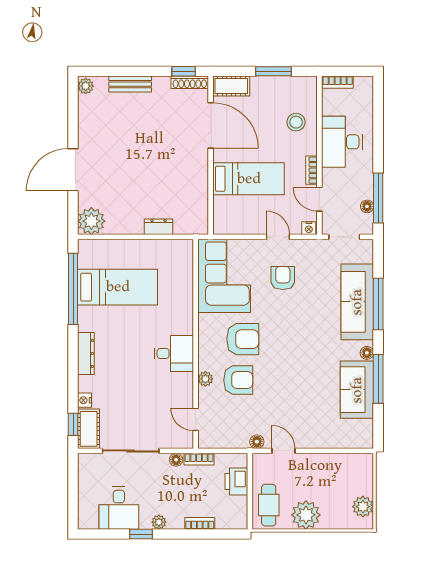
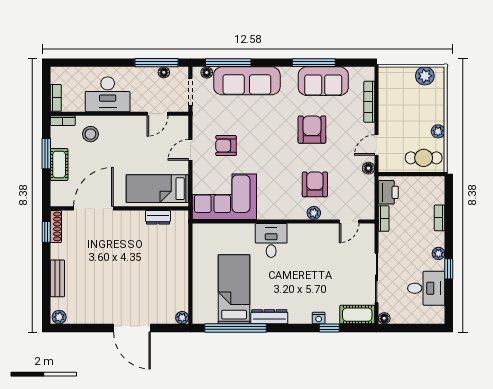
cot: (231, 86) -> (59, 164), moved
bookcase: (311, 170) -> (63, 121), moved
bed: (249, 179) -> (157, 189), moved, turned -90
plant: (91, 221) -> (182, 318), width x0.53, depth x0.53
dresser: (159, 227) -> (158, 217), moved, turned -90
nightstand: (309, 228) -> (183, 123), removed
window: (378, 304) -> (228, 63), moved
armchair: (243, 339) -> (312, 130), moved
dresser: (86, 353) -> (269, 317), moved
desk: (174, 353) -> (271, 241), moved
floor lamp: (367, 353) -> (207, 72), moved
nightstand: (85, 400) -> (319, 318), moved
window: (73, 424) -> (329, 328), moved
bookcase: (333, 443) -> (369, 102), added
floor lamp: (176, 460) -> (384, 318), moved
printer: (236, 482) -> (388, 192), moved, turned -90
plant: (306, 515) -> (438, 131), width x0.53, depth x0.53

